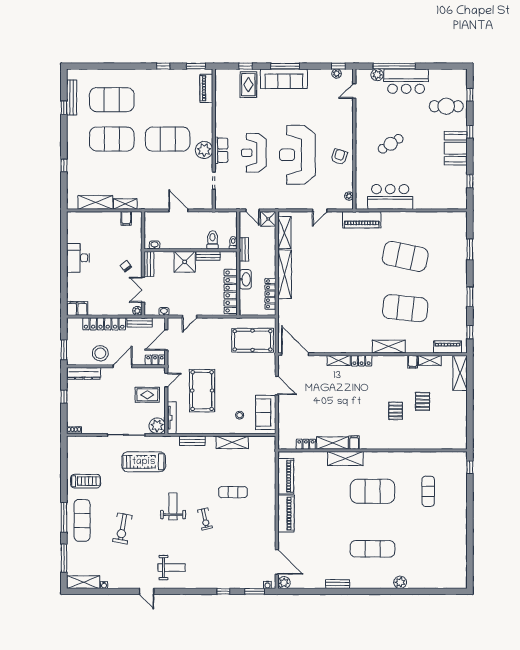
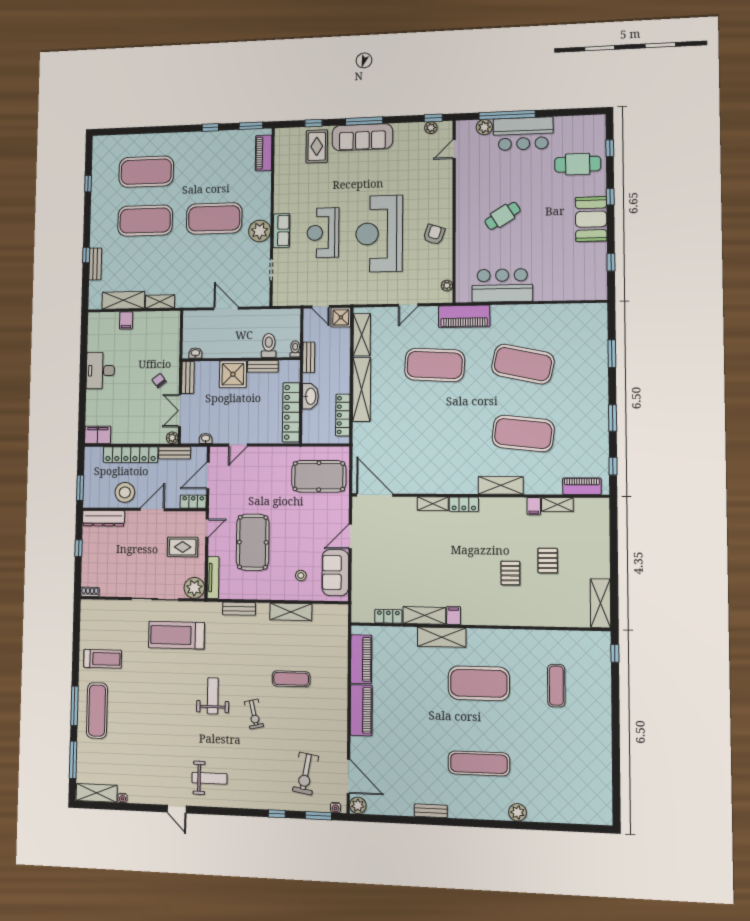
bench: (72, 97) -> (95, 264), moved, width x0.73
filing cabinet: (126, 218) -> (126, 320), moved
exercise mat: (340, 256) -> (435, 365), added
shelving: (460, 373) -> (600, 603), moved
door: (277, 385) -> (350, 537), swing flipped
exercise bike: (122, 528) -> (306, 774), moved

